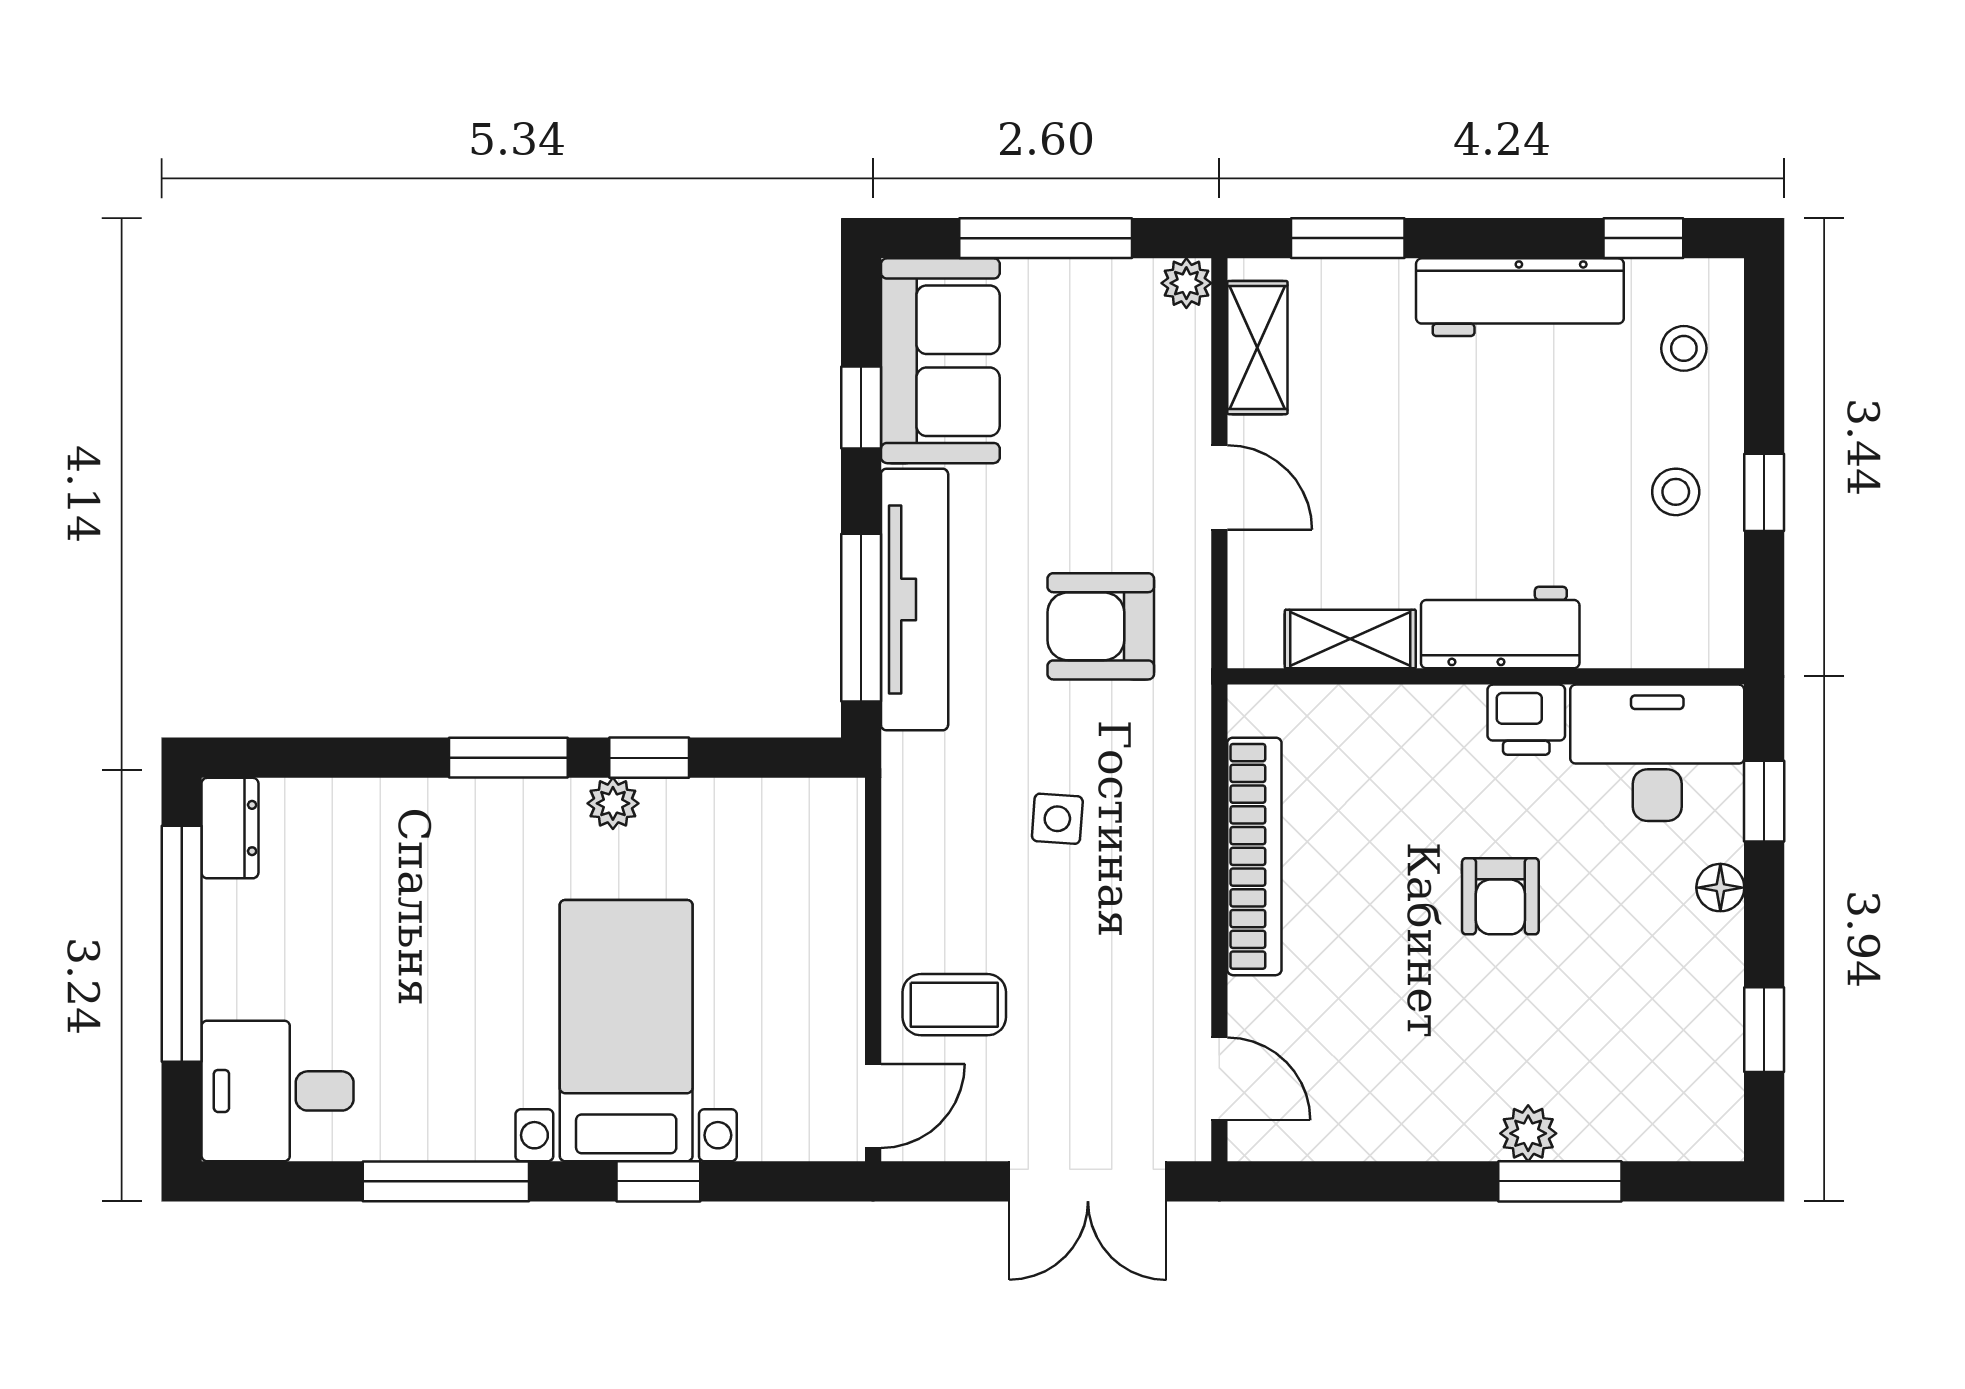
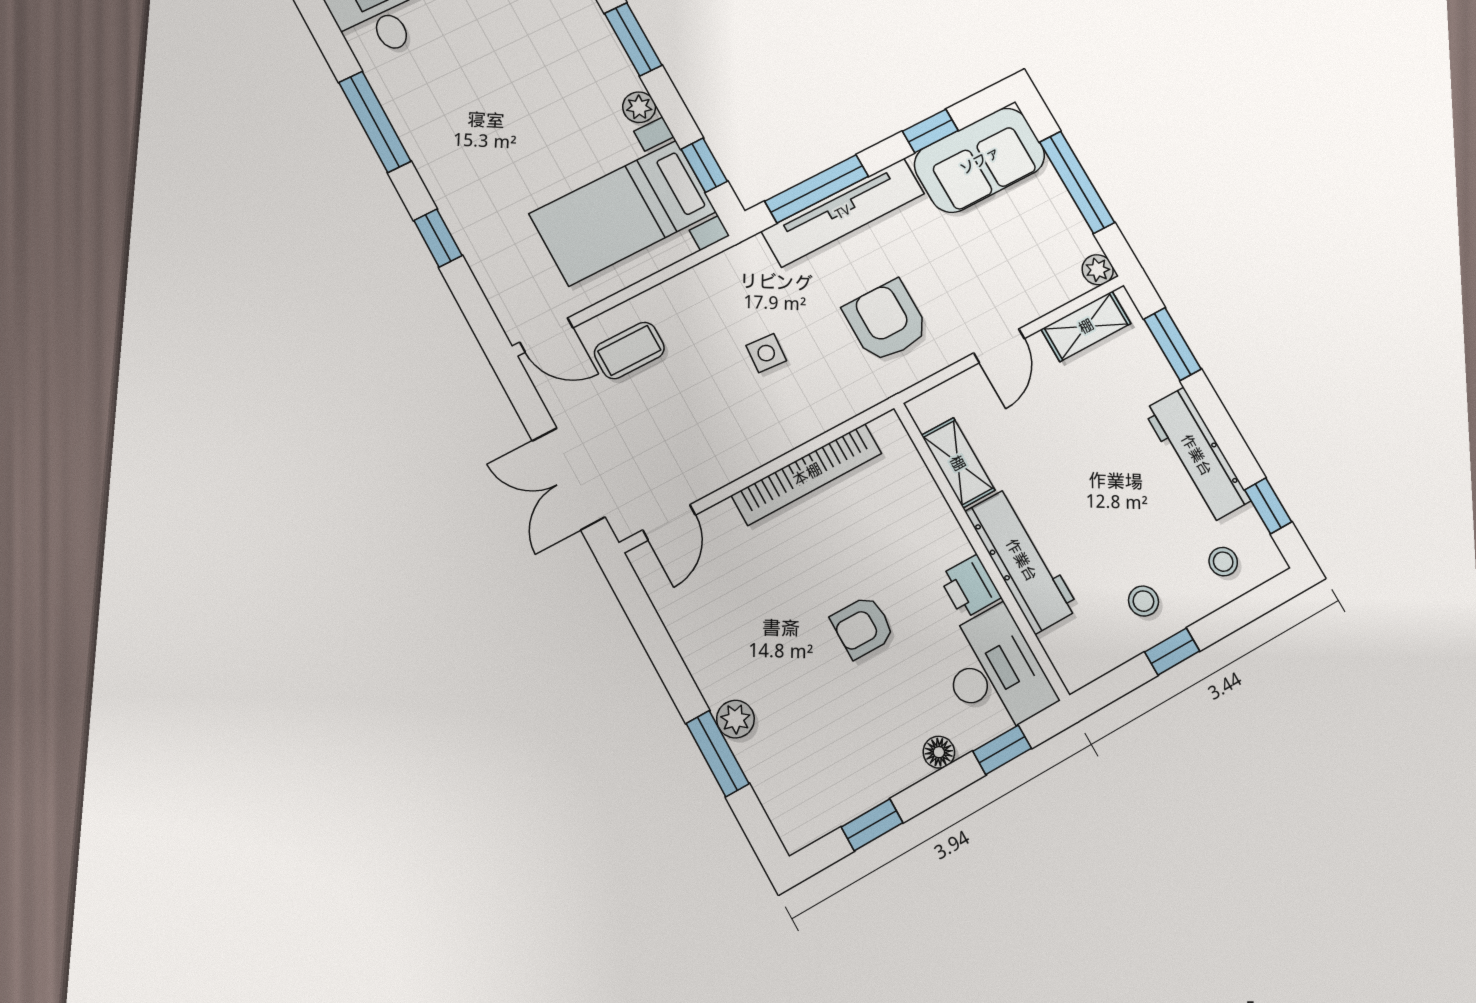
workbench: (1500, 628) -> (1022, 560), width x1.38
window: (649, 758) -> (704, 165), moved
coffee table: (954, 1005) -> (629, 350), turned 90
bed with nightstands: (626, 1031) -> (623, 213), moved, turned 180

